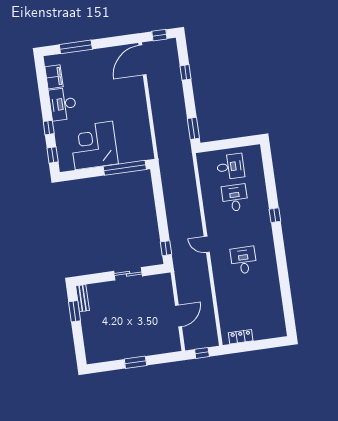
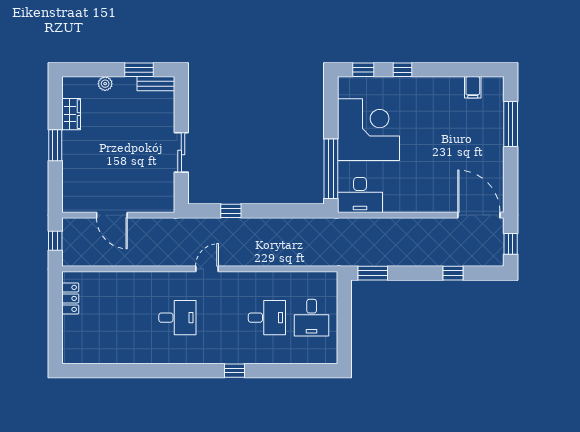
filing cabinet: (54, 77) -> (473, 87), width x0.50
desk: (63, 104) -> (360, 195), moved, turned 180
window: (166, 248) -> (231, 211), moved
plant: (88, 333) -> (105, 84), added
wardrobe: (112, 354) -> (71, 114), added

